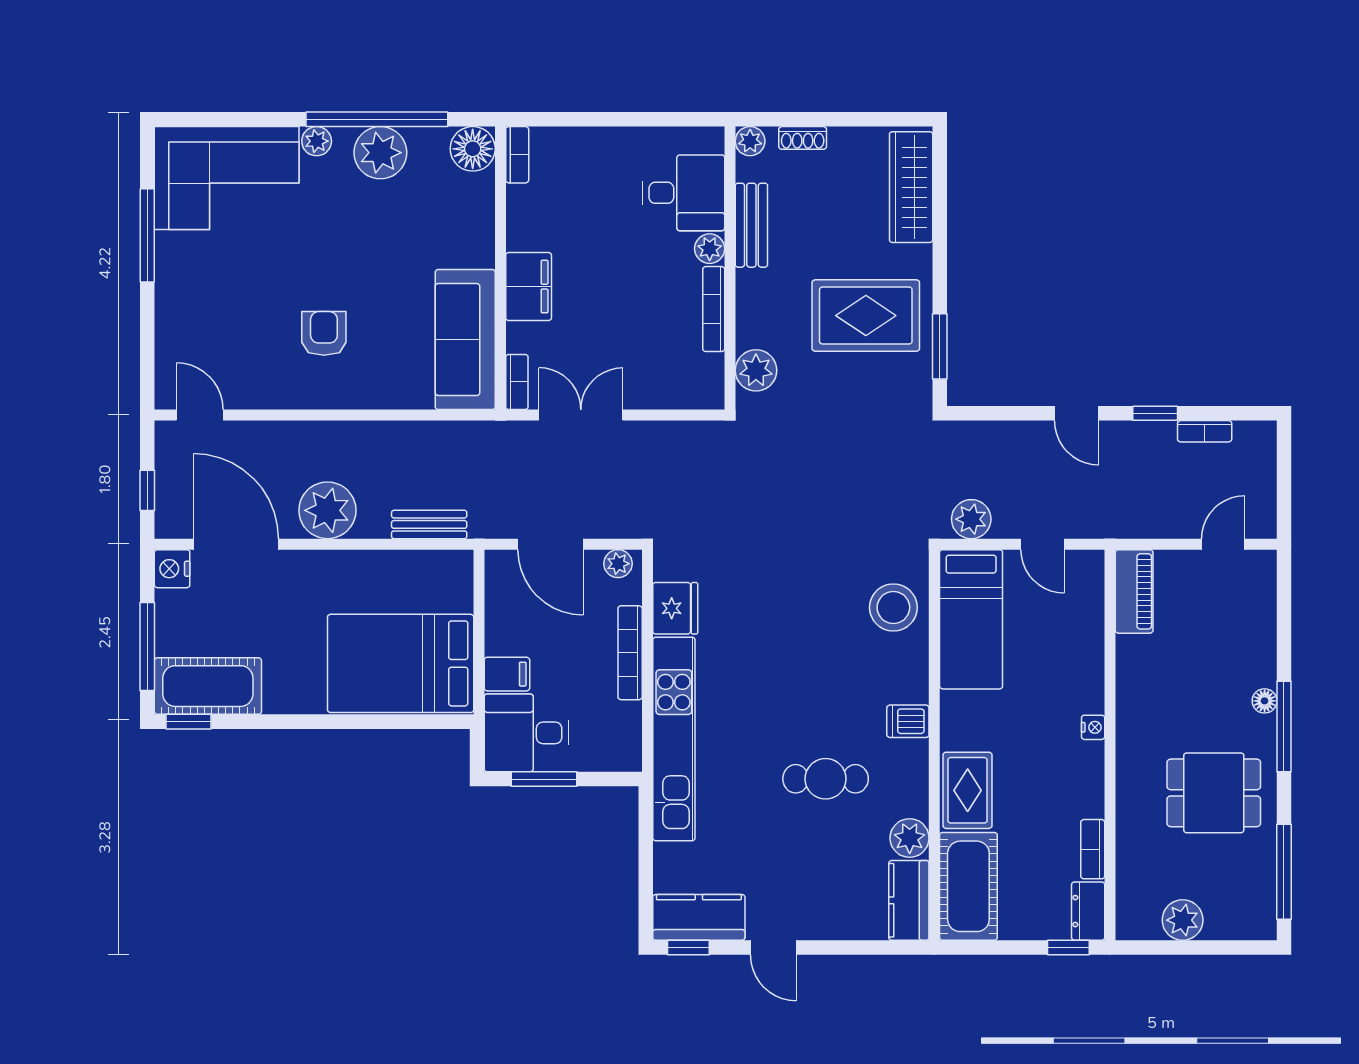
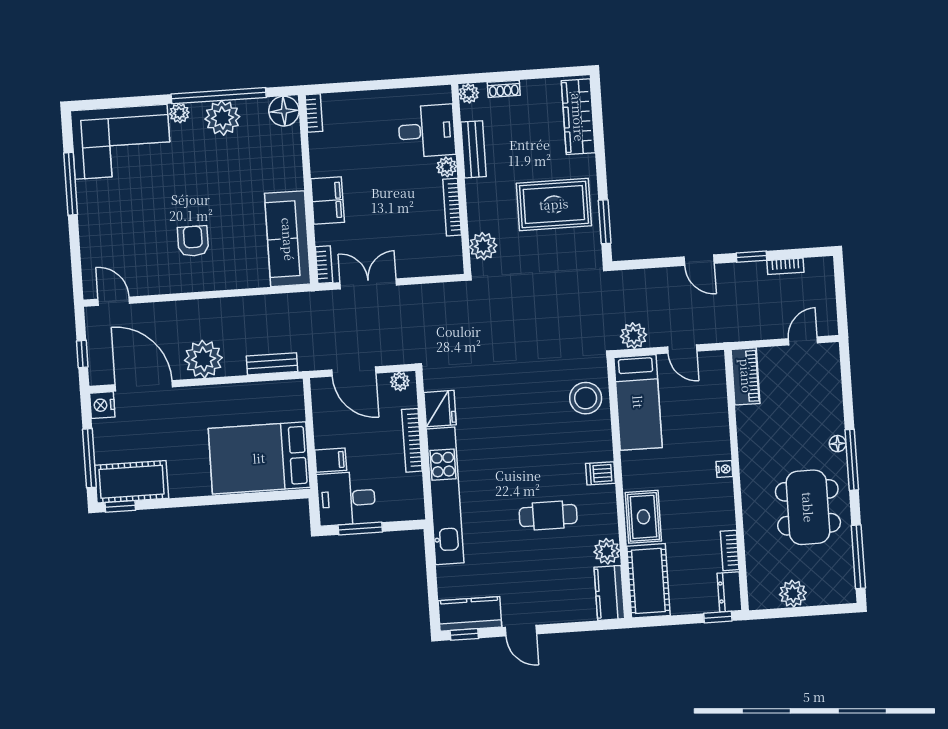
dining table: (1214, 793) -> (808, 507), width x1.37

